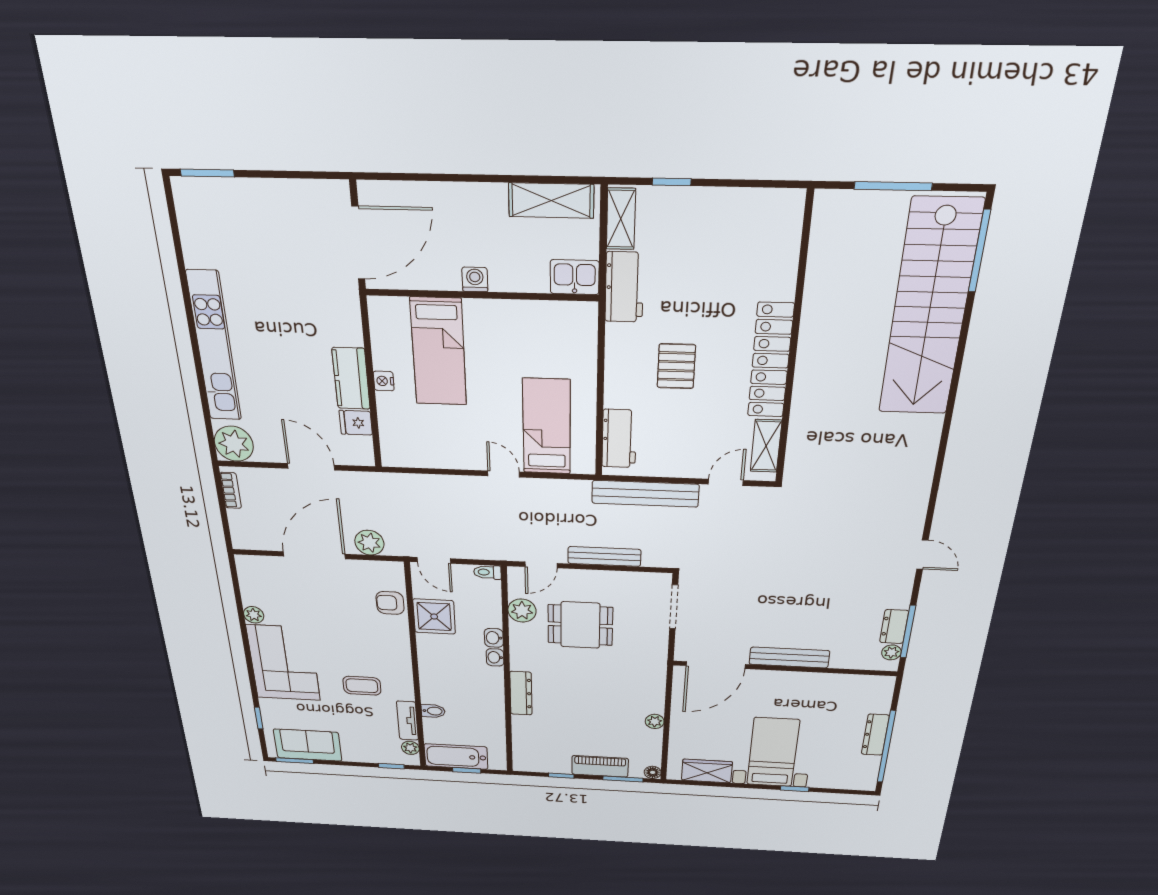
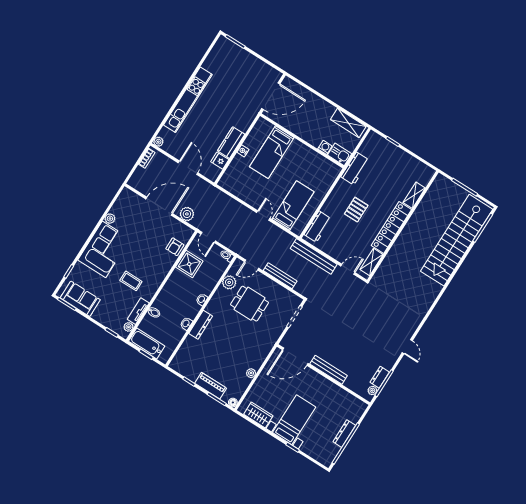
shelving: (621, 219) -> (414, 195), moved
washing machine: (475, 279) -> (325, 147), moved
plant: (234, 444) -> (158, 142), width x0.53, depth x0.53
armchair: (390, 603) -> (175, 247), turned -90
washbasin: (494, 638) -> (186, 324), moved

